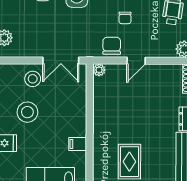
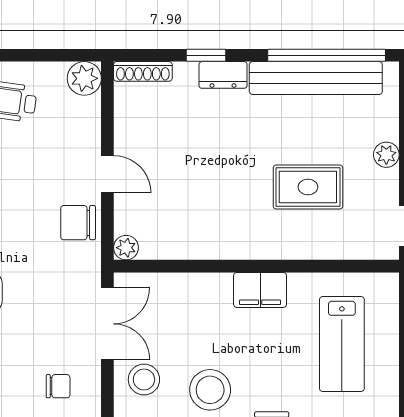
chair: (125, 18) -> (58, 386), moved
filing cabinet: (78, 144) -> (260, 290), width x2.00

